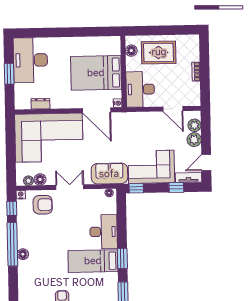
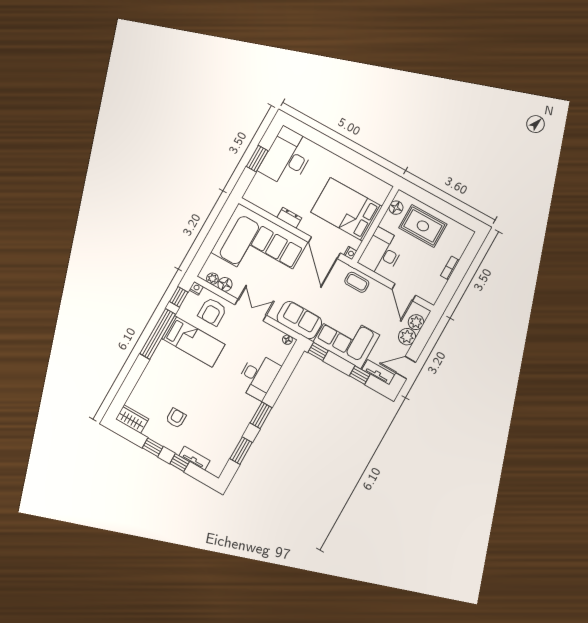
dresser: (41, 104) -> (289, 218), moved
coffee table: (135, 122) -> (357, 282), added
armchair: (43, 205) -> (212, 312), turned 90
floor lamp: (23, 254) -> (162, 350), removed
bed: (93, 261) -> (193, 341), moved, turned 180

